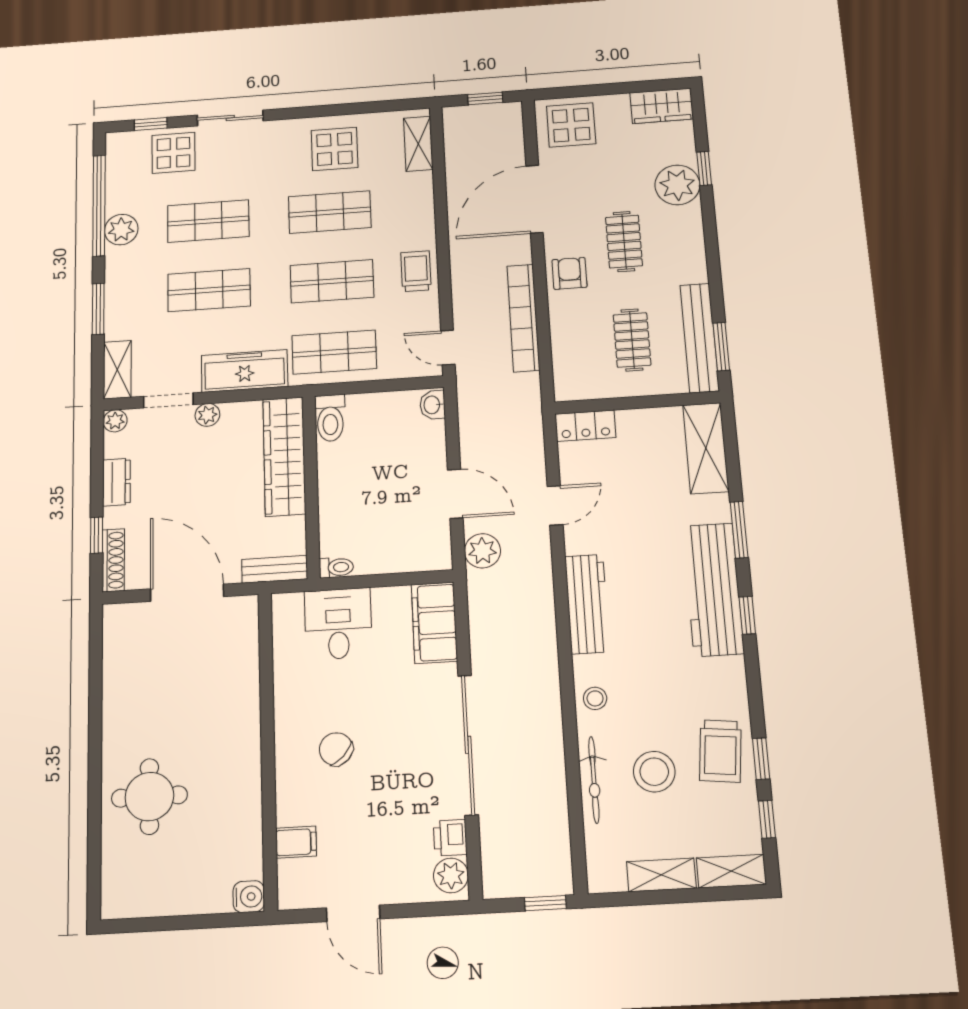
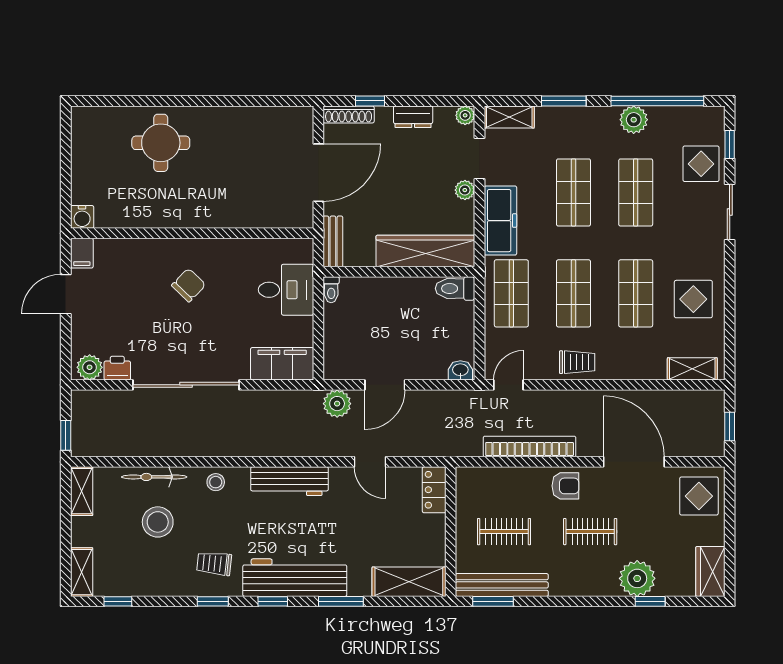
trolley: (720, 751) -> (214, 564), moved, width x0.73, depth x0.72
window: (761, 759) -> (213, 601), moved
filing cabinet: (296, 842) -> (82, 253), moved
shelving: (661, 875) -> (82, 491), moved

